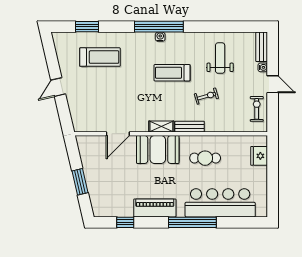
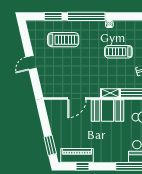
window: (159, 27) -> (86, 16), moved
window: (80, 182) -> (50, 145), moved
piano: (155, 208) -> (77, 155), moved

